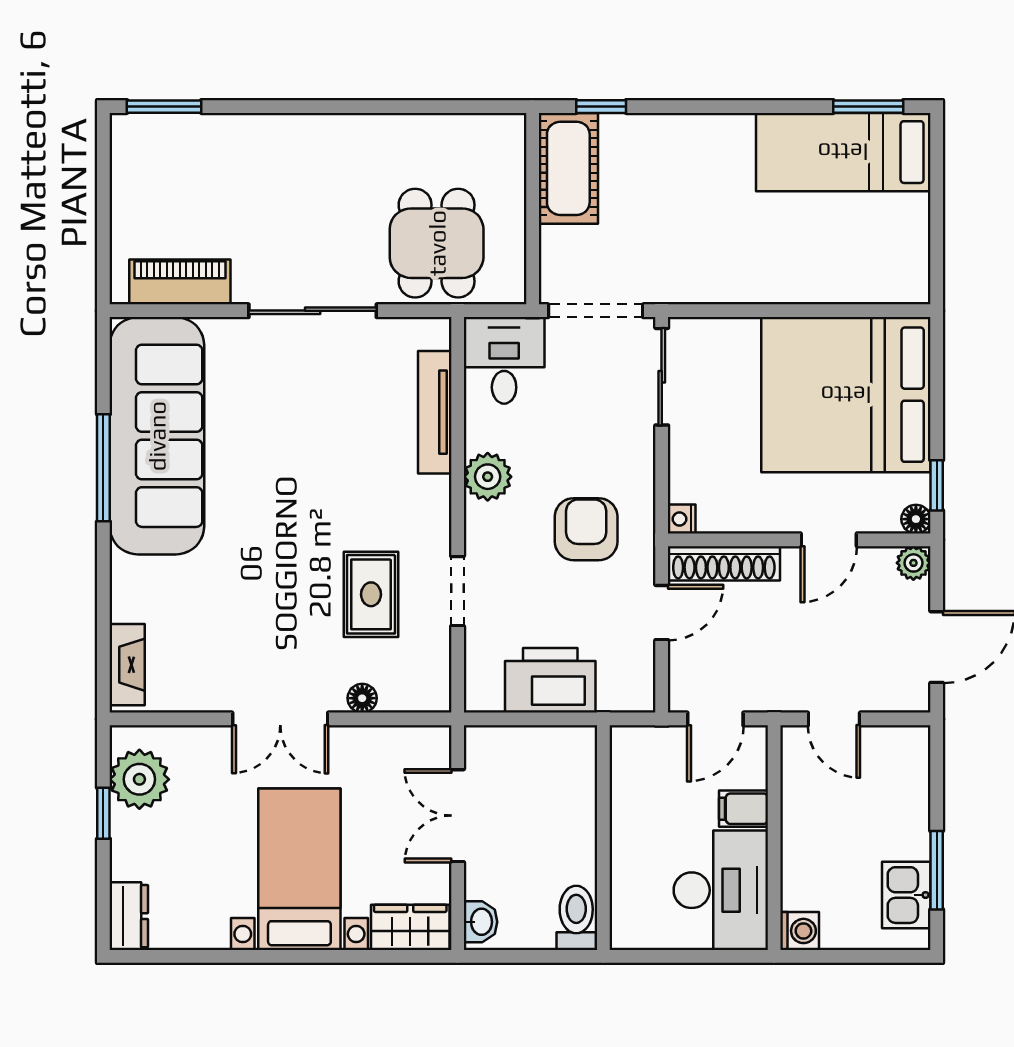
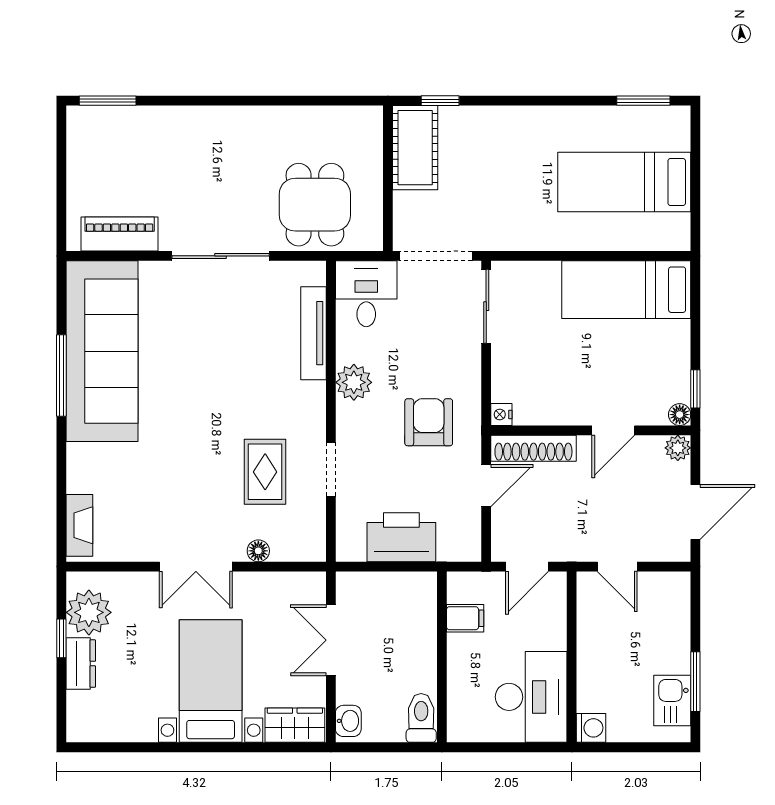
bed: (843, 152) -> (624, 182), moved
bed: (846, 395) -> (626, 290), width x0.49
filing cabinet: (743, 809) -> (465, 618), moved, turned 180
dresser: (129, 916) -> (81, 664), moved

